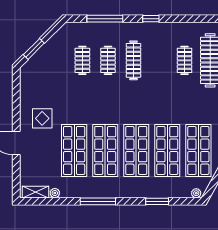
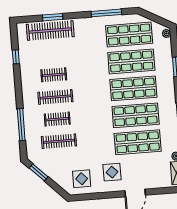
window: (151, 19) -> (16, 57), moved
window: (34, 49) -> (39, 172), moved
clothes rail: (82, 60) -> (59, 141), width x1.36
clothes rail: (185, 60) -> (54, 75), moved
display table: (37, 83) -> (82, 179), added

